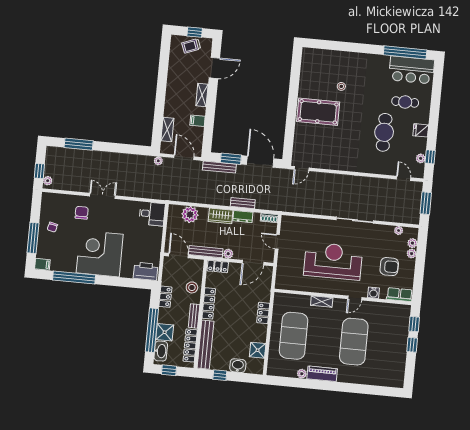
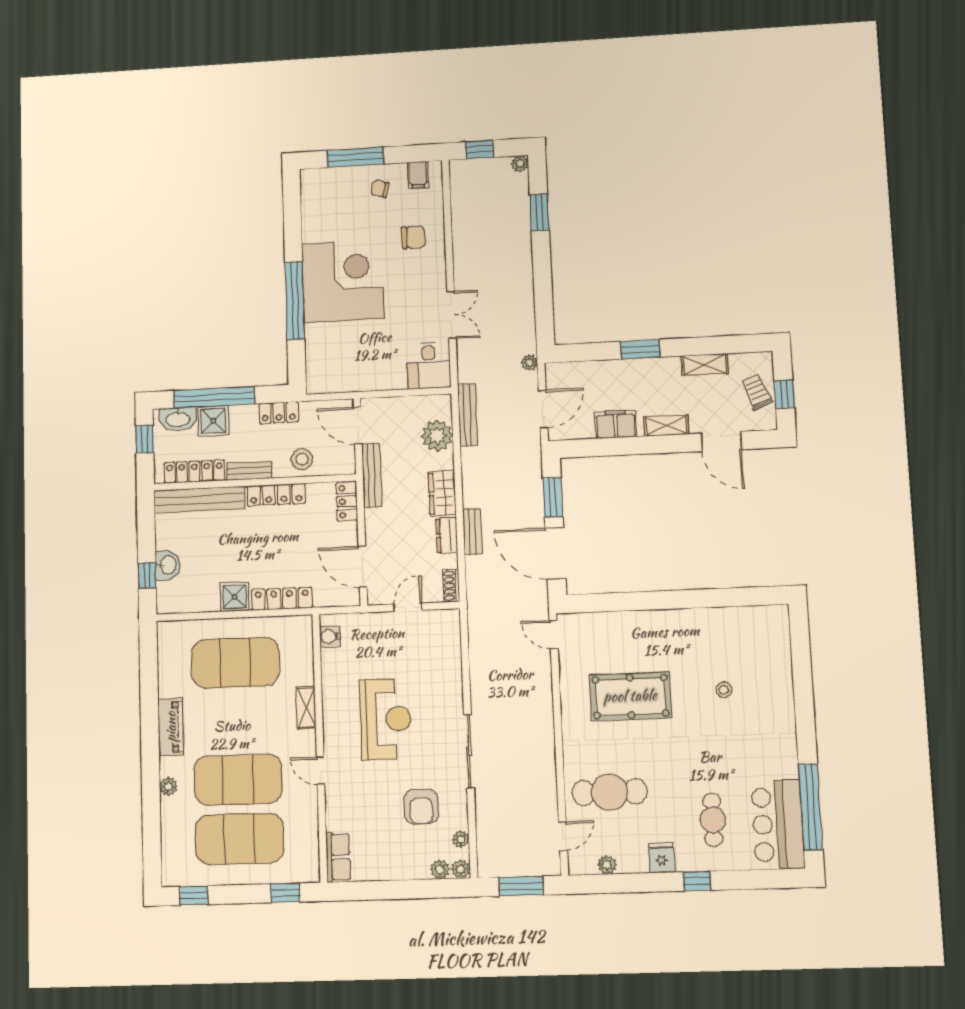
window: (160, 102) -> (640, 349), added
pool table: (318, 112) -> (630, 696), moved, turned 90
filing cabinet: (198, 121) -> (616, 424), width x2.00
shelving: (167, 129) -> (705, 365), moved
cafe table: (384, 132) -> (610, 792), moved
window: (79, 144) -> (539, 212), width x0.69
window: (430, 157) -> (697, 881), moved
door: (260, 162) -> (555, 554), swing flipped
bench: (219, 167) -> (468, 415), moved
plant: (48, 181) -> (520, 164), moved
double door: (102, 196) -> (451, 315), moved
plant: (228, 254) -> (373, 518), removed
plant: (412, 254) -> (460, 869), moved
door: (178, 256) -> (358, 426), swing flipped
reception desk: (333, 261) -> (385, 719), width x0.74, depth x0.77
filing cabinet: (42, 264) -> (418, 175), moved
armchair: (389, 267) -> (421, 807), moved
printer: (146, 271) -> (321, 370), removed
window: (74, 277) -> (295, 301), moved
water cooler: (374, 293) -> (330, 637), moved
locker: (263, 313) -> (282, 599), width x1.53
exercise mat: (384, 344) -> (240, 839), added
window: (412, 345) -> (194, 896), moved
shower: (258, 350) -> (235, 597), moved
plant: (302, 374) -> (168, 787), moved
window: (220, 375) -> (147, 575), moved

